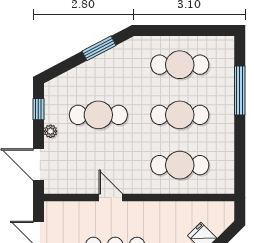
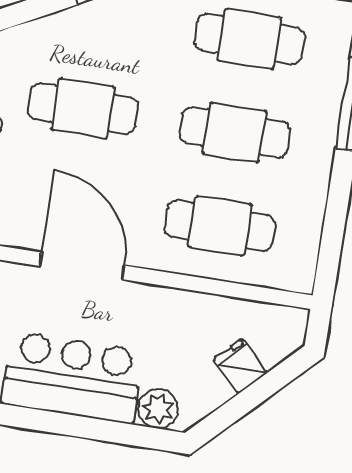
door: (111, 198) -> (82, 266), width x1.88

